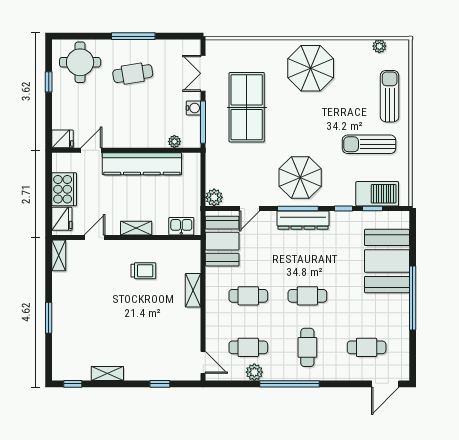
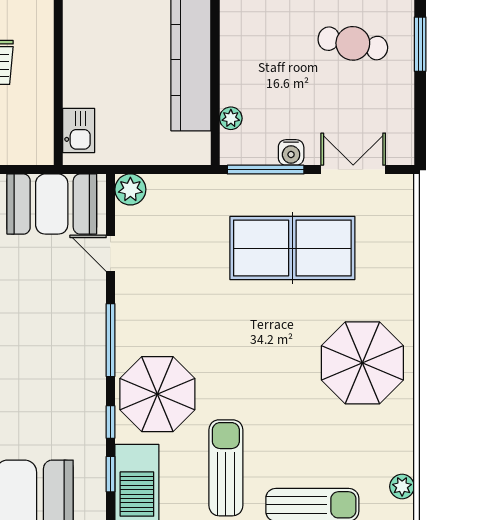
window: (133, 36) -> (420, 44), width x0.69
cafe table: (133, 74) -> (353, 43), turned -70
parasol: (300, 178) -> (157, 394), moved
dresser: (303, 220) -> (90, 349), removed
shelving: (136, 228) -> (75, 49), removed

